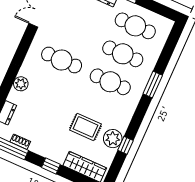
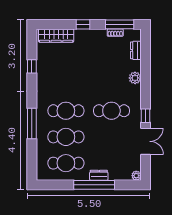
window: (28, 38) -> (146, 116), added
window: (153, 84) -> (32, 123), width x1.44
rug: (85, 127) -> (70, 67), removed
plant: (113, 139) -> (44, 67), removed

